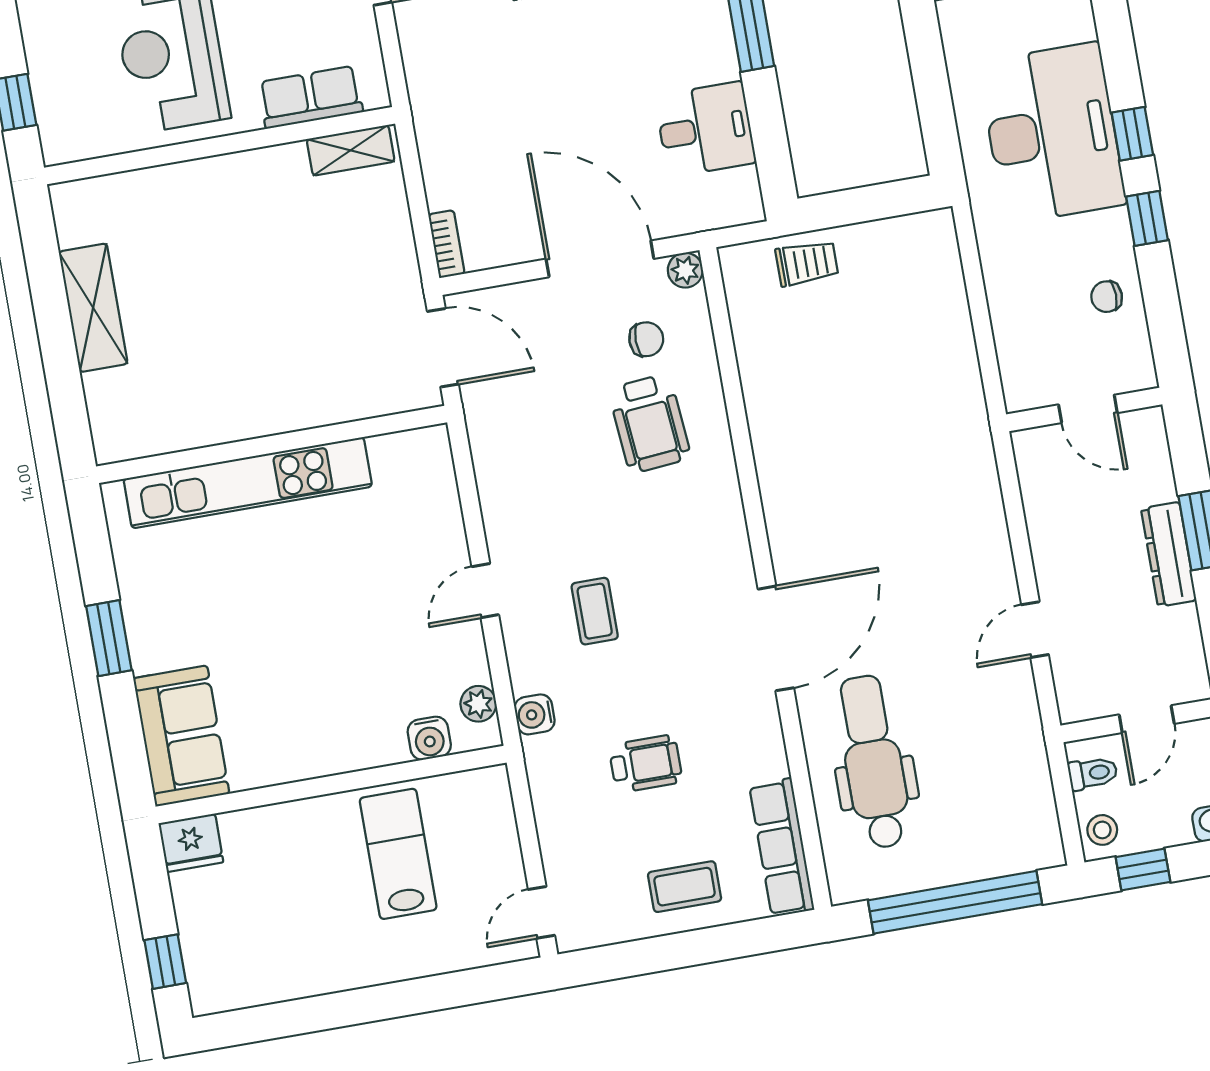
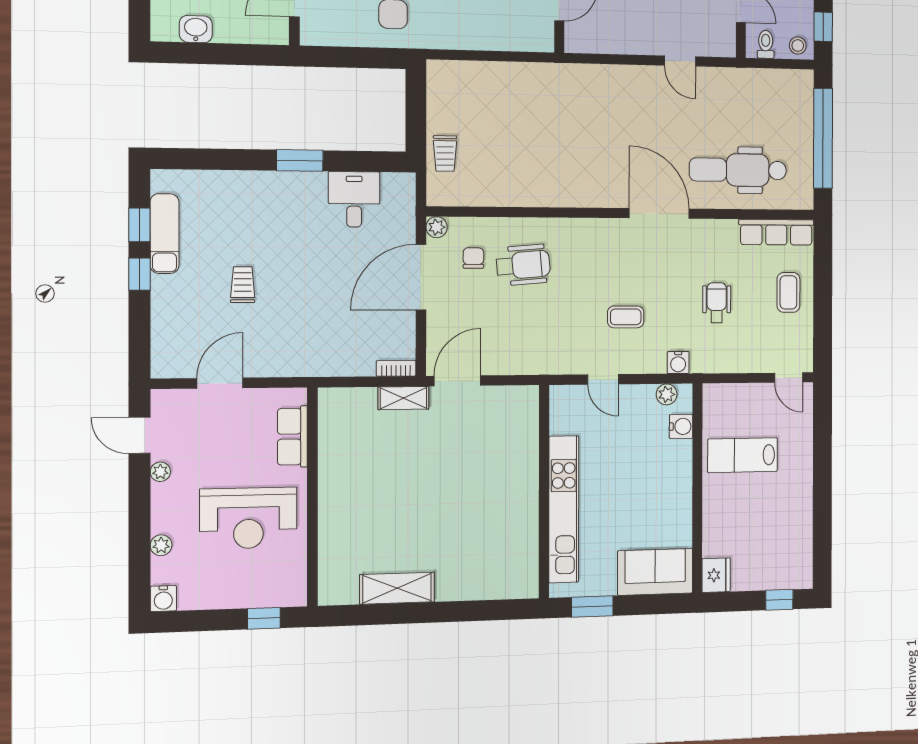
shelving: (351, 150) -> (404, 398), moved, turned 90
trolley: (807, 263) -> (445, 153), turned 180
wall: (272, 444) -> (544, 492), moved
kitchen unit: (248, 483) -> (564, 509), moved

